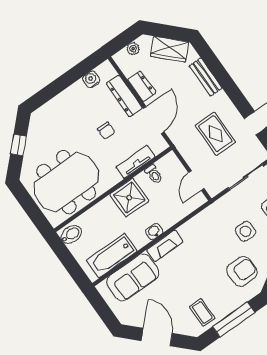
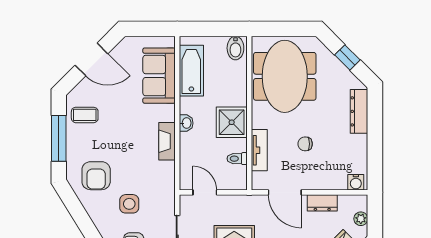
water cooler: (91, 79) -> (356, 182), moved, turned 90
dresser: (124, 96) -> (359, 111), moved, turned -90
fireplace: (165, 246) -> (167, 141), moved

